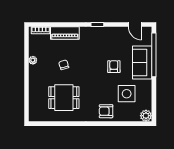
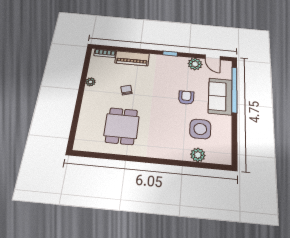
plant: (120, 33) -> (195, 64), added
dining table: (64, 98) -> (122, 126), turned 90
armchair: (106, 111) -> (173, 147), removed
plant: (146, 116) -> (198, 155), moved

